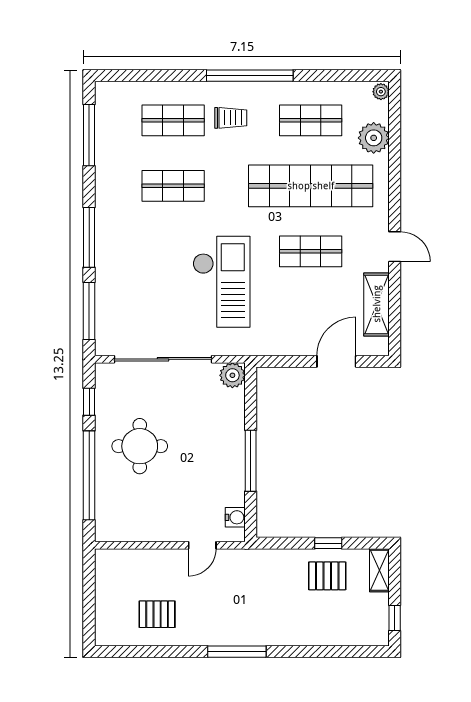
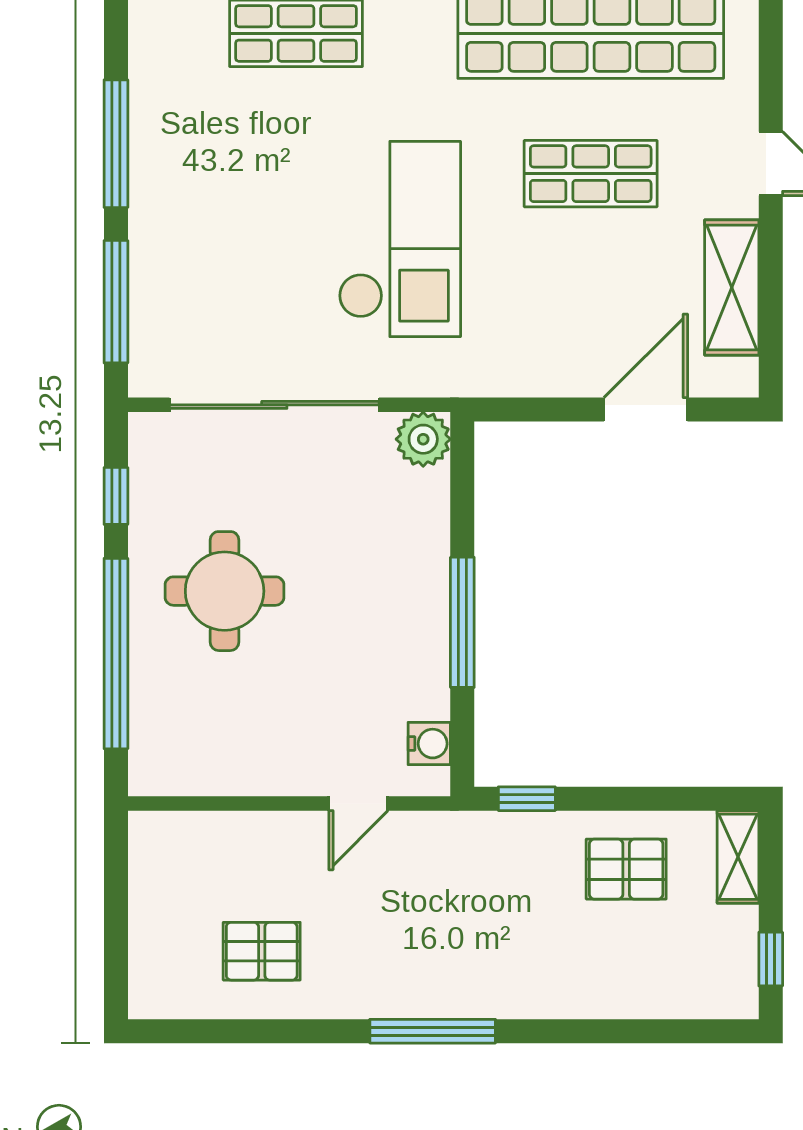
window: (328, 543) -> (527, 799), moved

